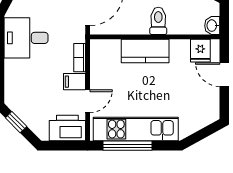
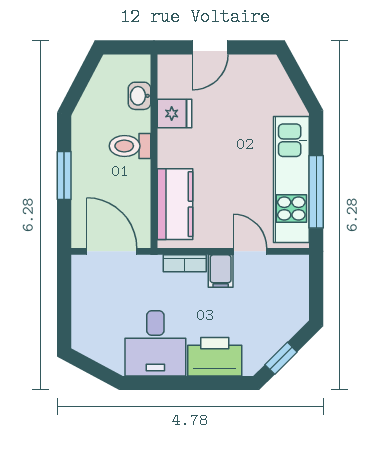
washbasin: (212, 26) -> (140, 96), moved, turned 90
kitchen counter: (145, 51) -> (175, 204), moved
fridge: (200, 51) -> (174, 113), moved
printer: (67, 128) -> (215, 357), moved, turned 90

